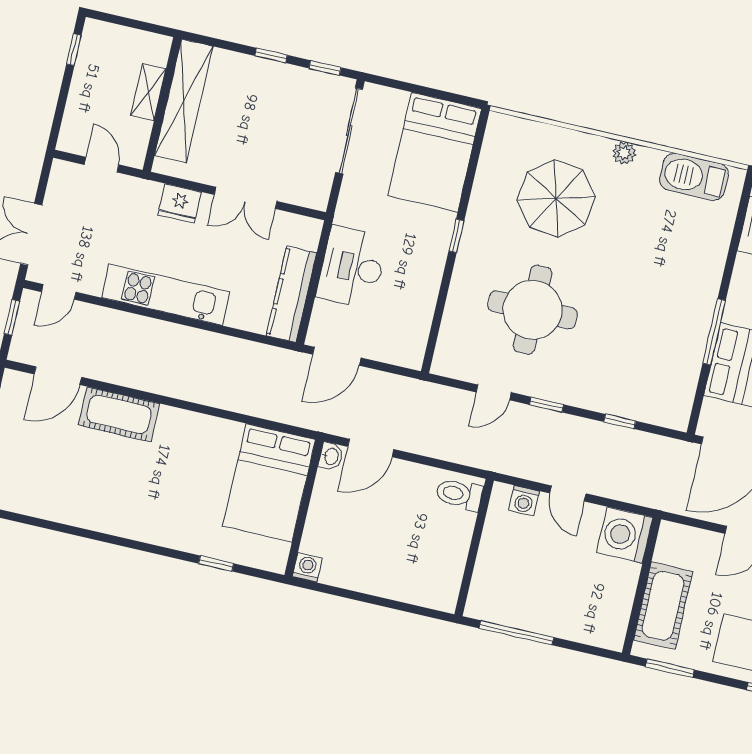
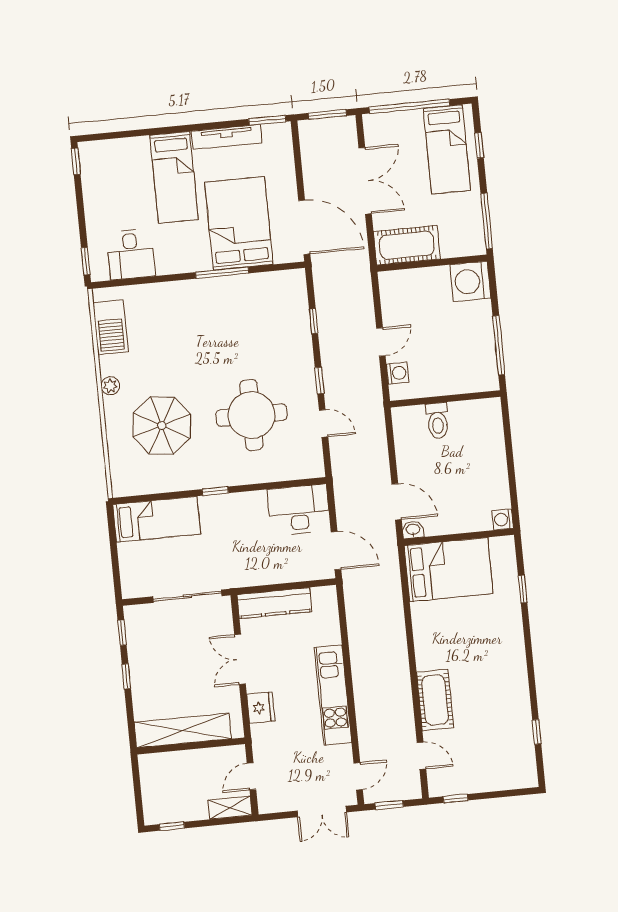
shelving: (148, 92) -> (230, 808), moved
sliding door: (349, 131) -> (187, 596), moved
bed: (435, 152) -> (157, 519), width x0.67
double door: (246, 198) -> (240, 659), swing flipped
desk: (352, 267) -> (299, 510), moved, turned 180
door: (59, 292) -> (358, 776), hinge flipped
kitchen counter: (291, 294) -> (275, 603), moved
door: (58, 376) -> (421, 756), width x0.73
toilet: (459, 494) -> (437, 421), moved
window: (40, 523) -> (537, 732), added
washing machine: (625, 535) -> (470, 281), moved, turned 90
cot: (663, 606) -> (407, 245), moved
window: (670, 668) -> (487, 221), width x1.44

